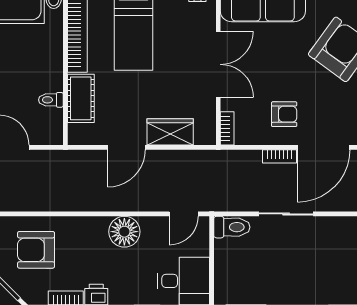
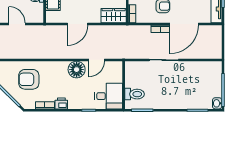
wardrobe: (170, 132) -> (114, 16), moved
door: (184, 214) -> (97, 60), moved
toilet: (232, 227) -> (135, 94), moved

